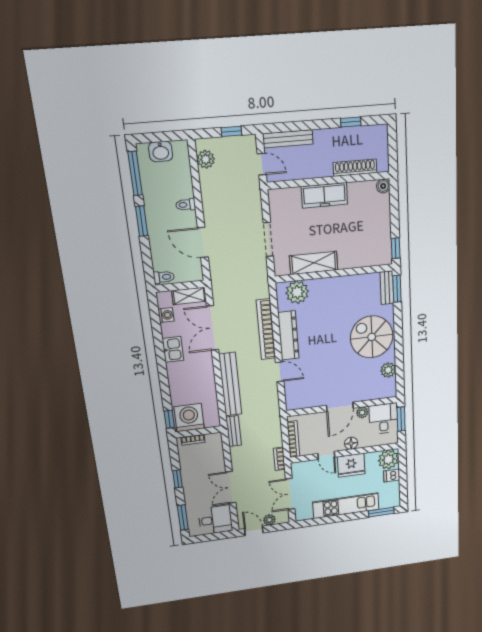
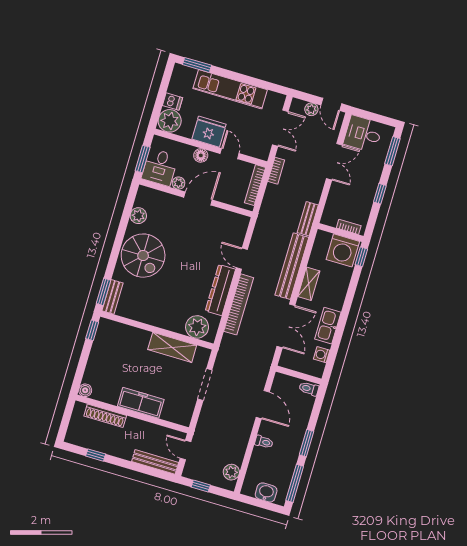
shelving: (189, 296) -> (309, 284), moved, turned 90
kitchen sink: (173, 349) -> (328, 326), width x1.38

